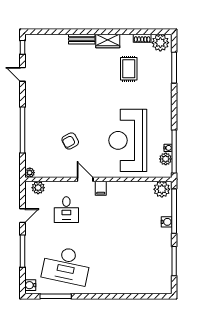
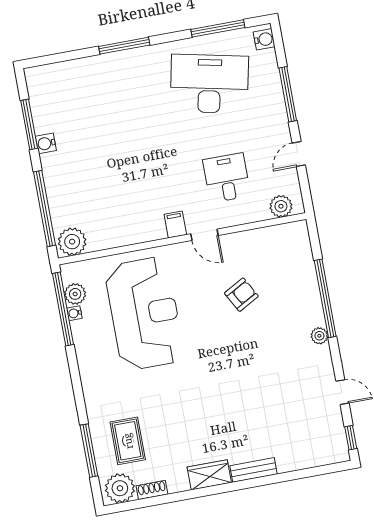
rug: (129, 69) -> (128, 441), moved
plant: (30, 173) -> (319, 336), moved
water cooler: (167, 222) -> (46, 143), moved
window: (111, 296) -> (124, 46), added

